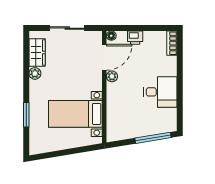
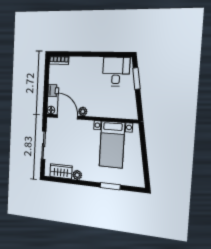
desk: (160, 92) -> (116, 72), moved
window: (153, 138) -> (136, 78), width x0.69

